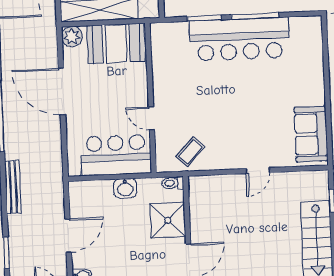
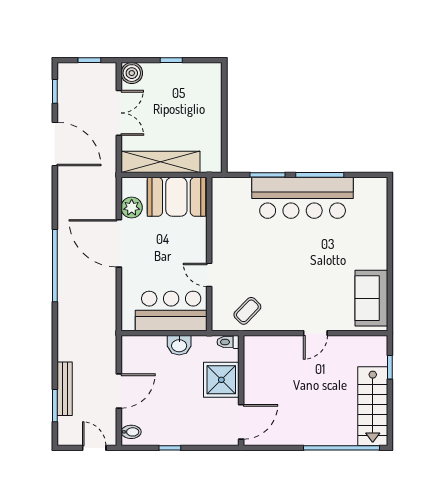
plant: (72, 36) -> (132, 207), moved
bench: (13, 187) -> (65, 389), moved

